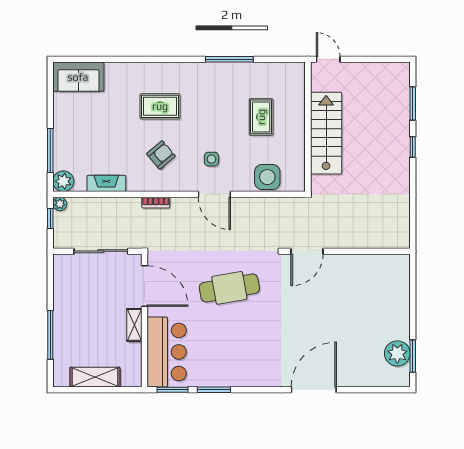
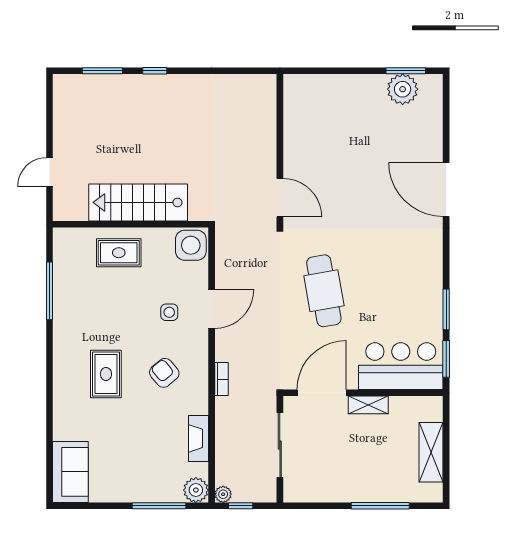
wall: (308, 127) -> (131, 224), moved
stairs: (326, 133) -> (138, 202), moved

